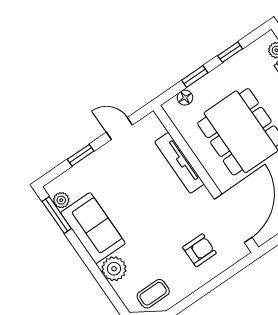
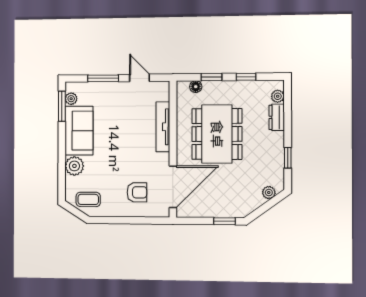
window: (81, 155) -> (103, 78), width x1.50

